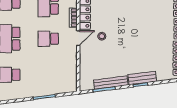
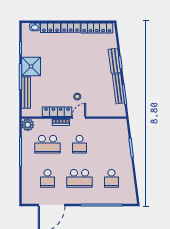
door: (78, 38) -> (79, 118), hinge flipped

